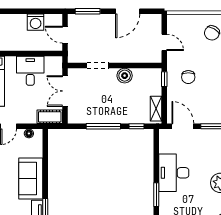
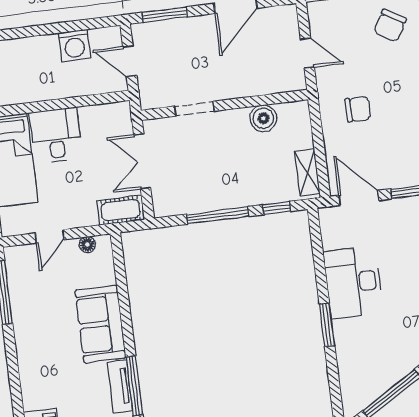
desk: (30, 71) -> (56, 136), moved
boiler: (125, 76) -> (263, 118), moved
chair: (188, 77) -> (358, 109), turned -90
window: (164, 79) -> (315, 118), removed

